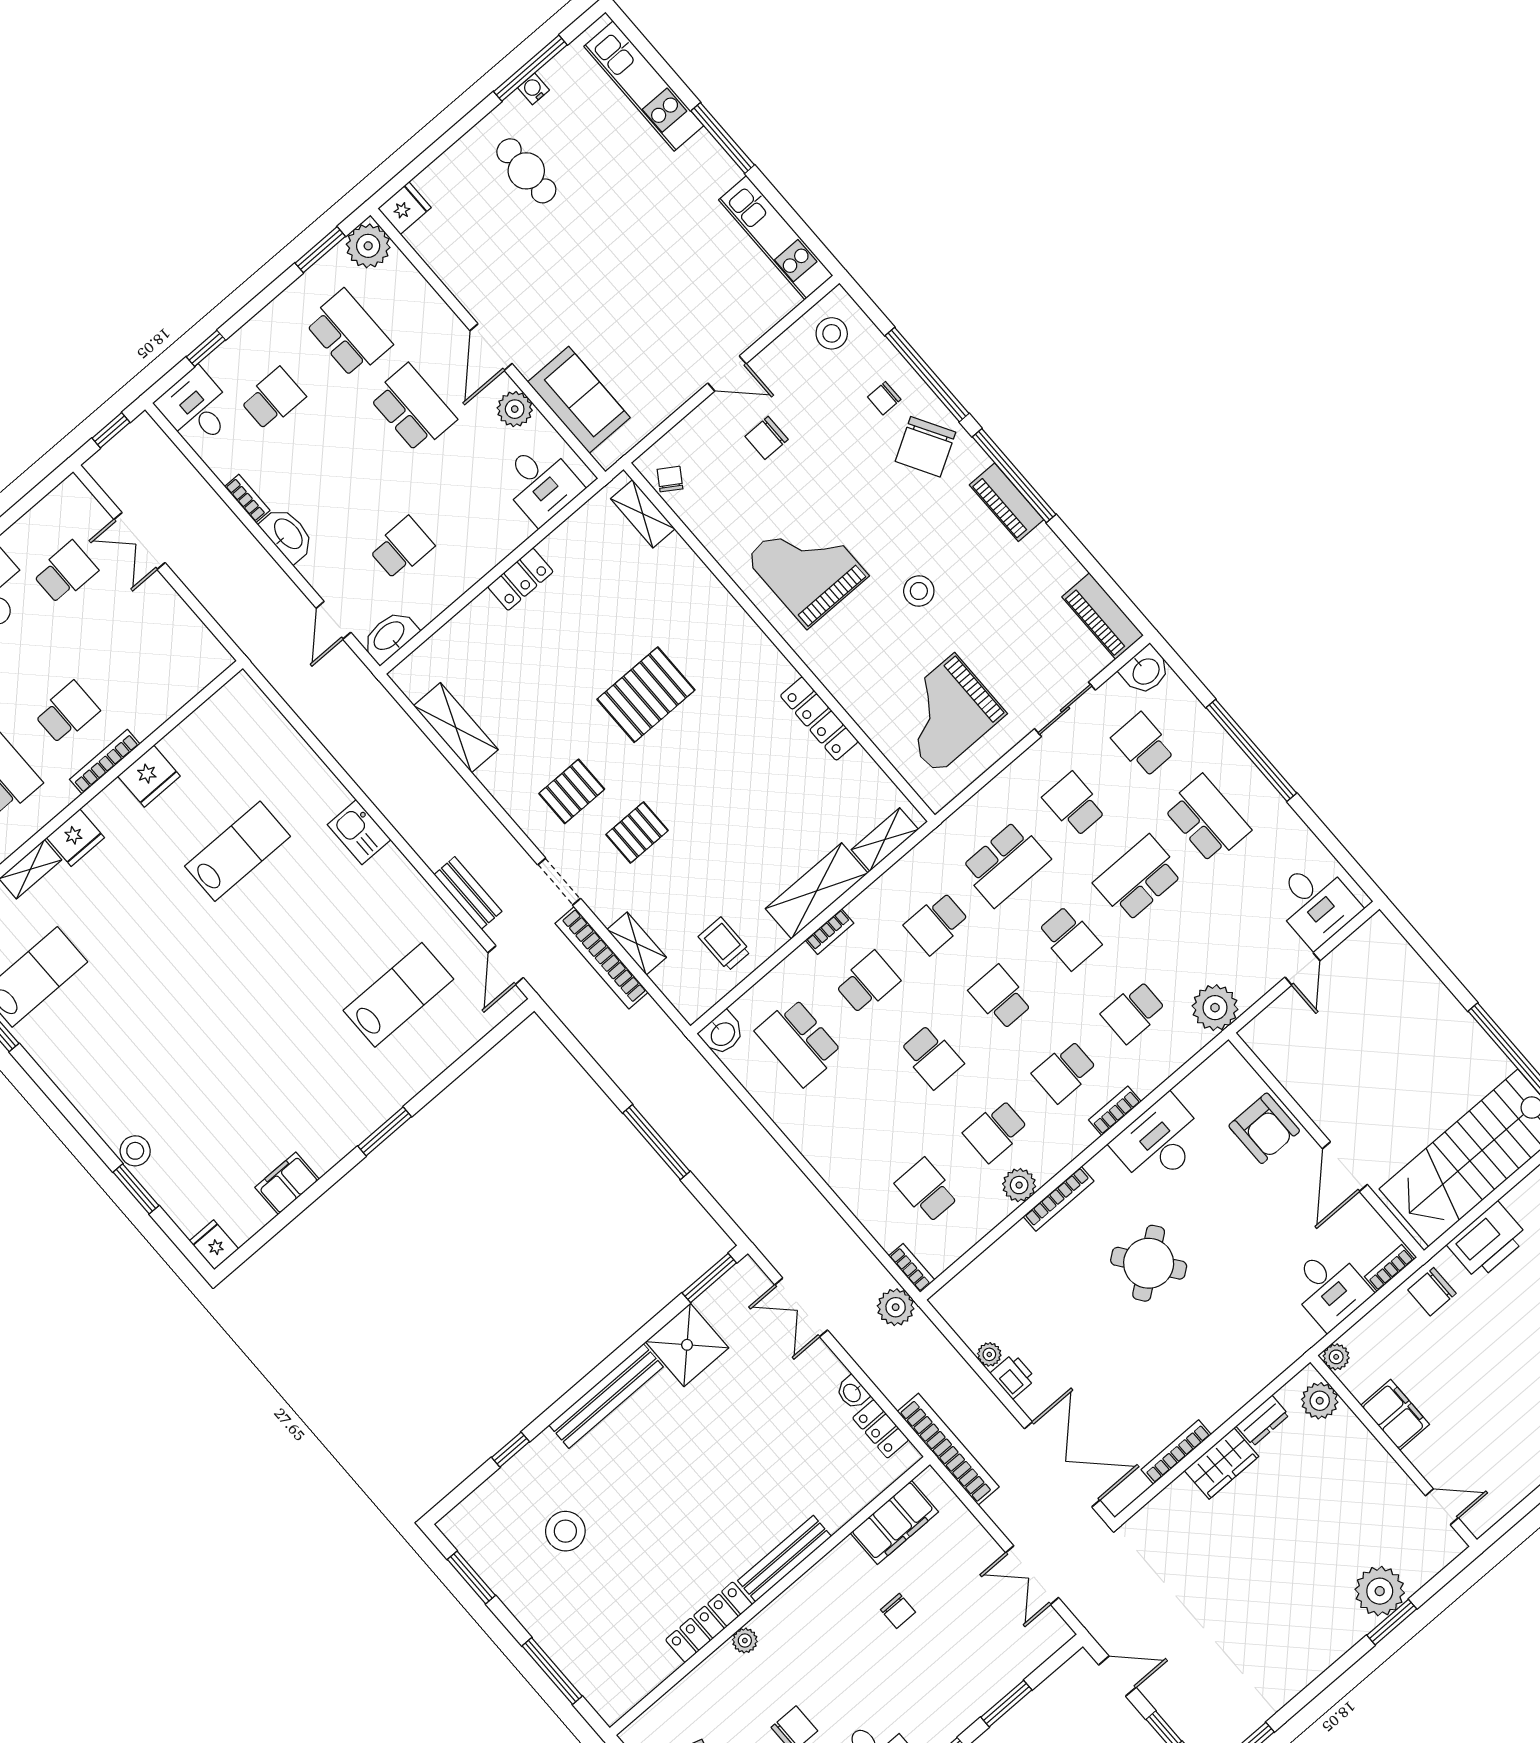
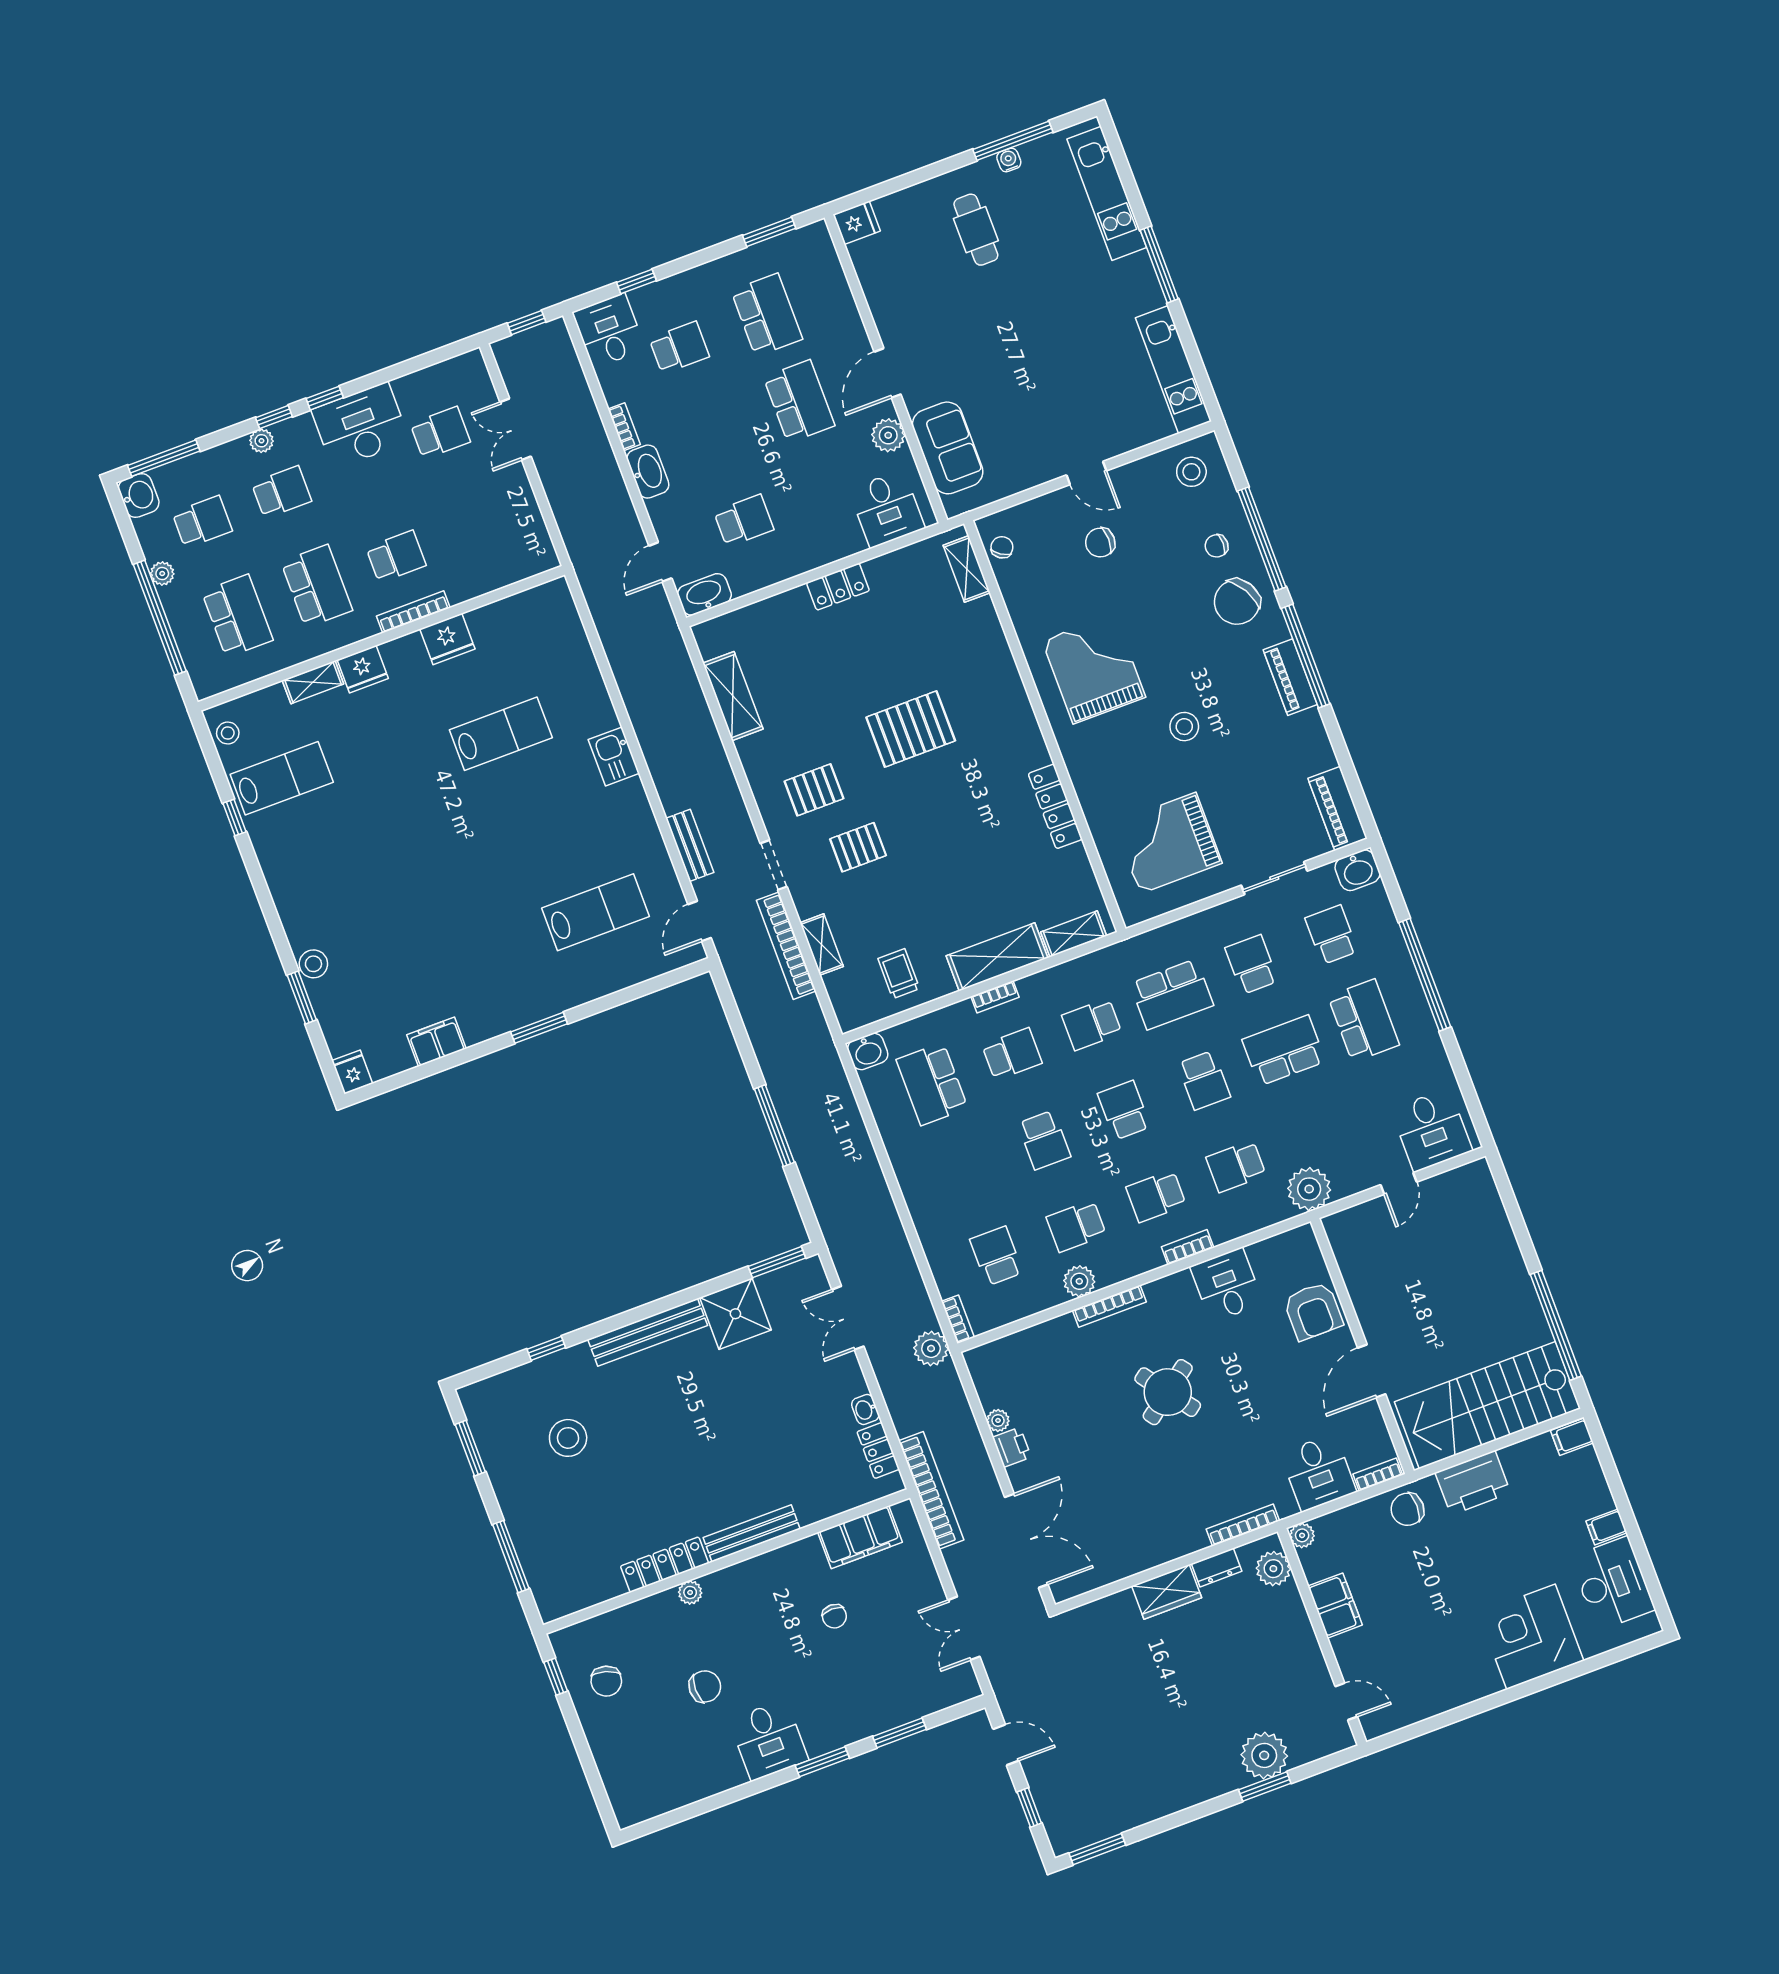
plant: (368, 246) -> (812, 244), removed
desk: (1159, 1142) -> (1227, 1285), width x0.73
bookcase: (1176, 1452) -> (1243, 1525), moved

